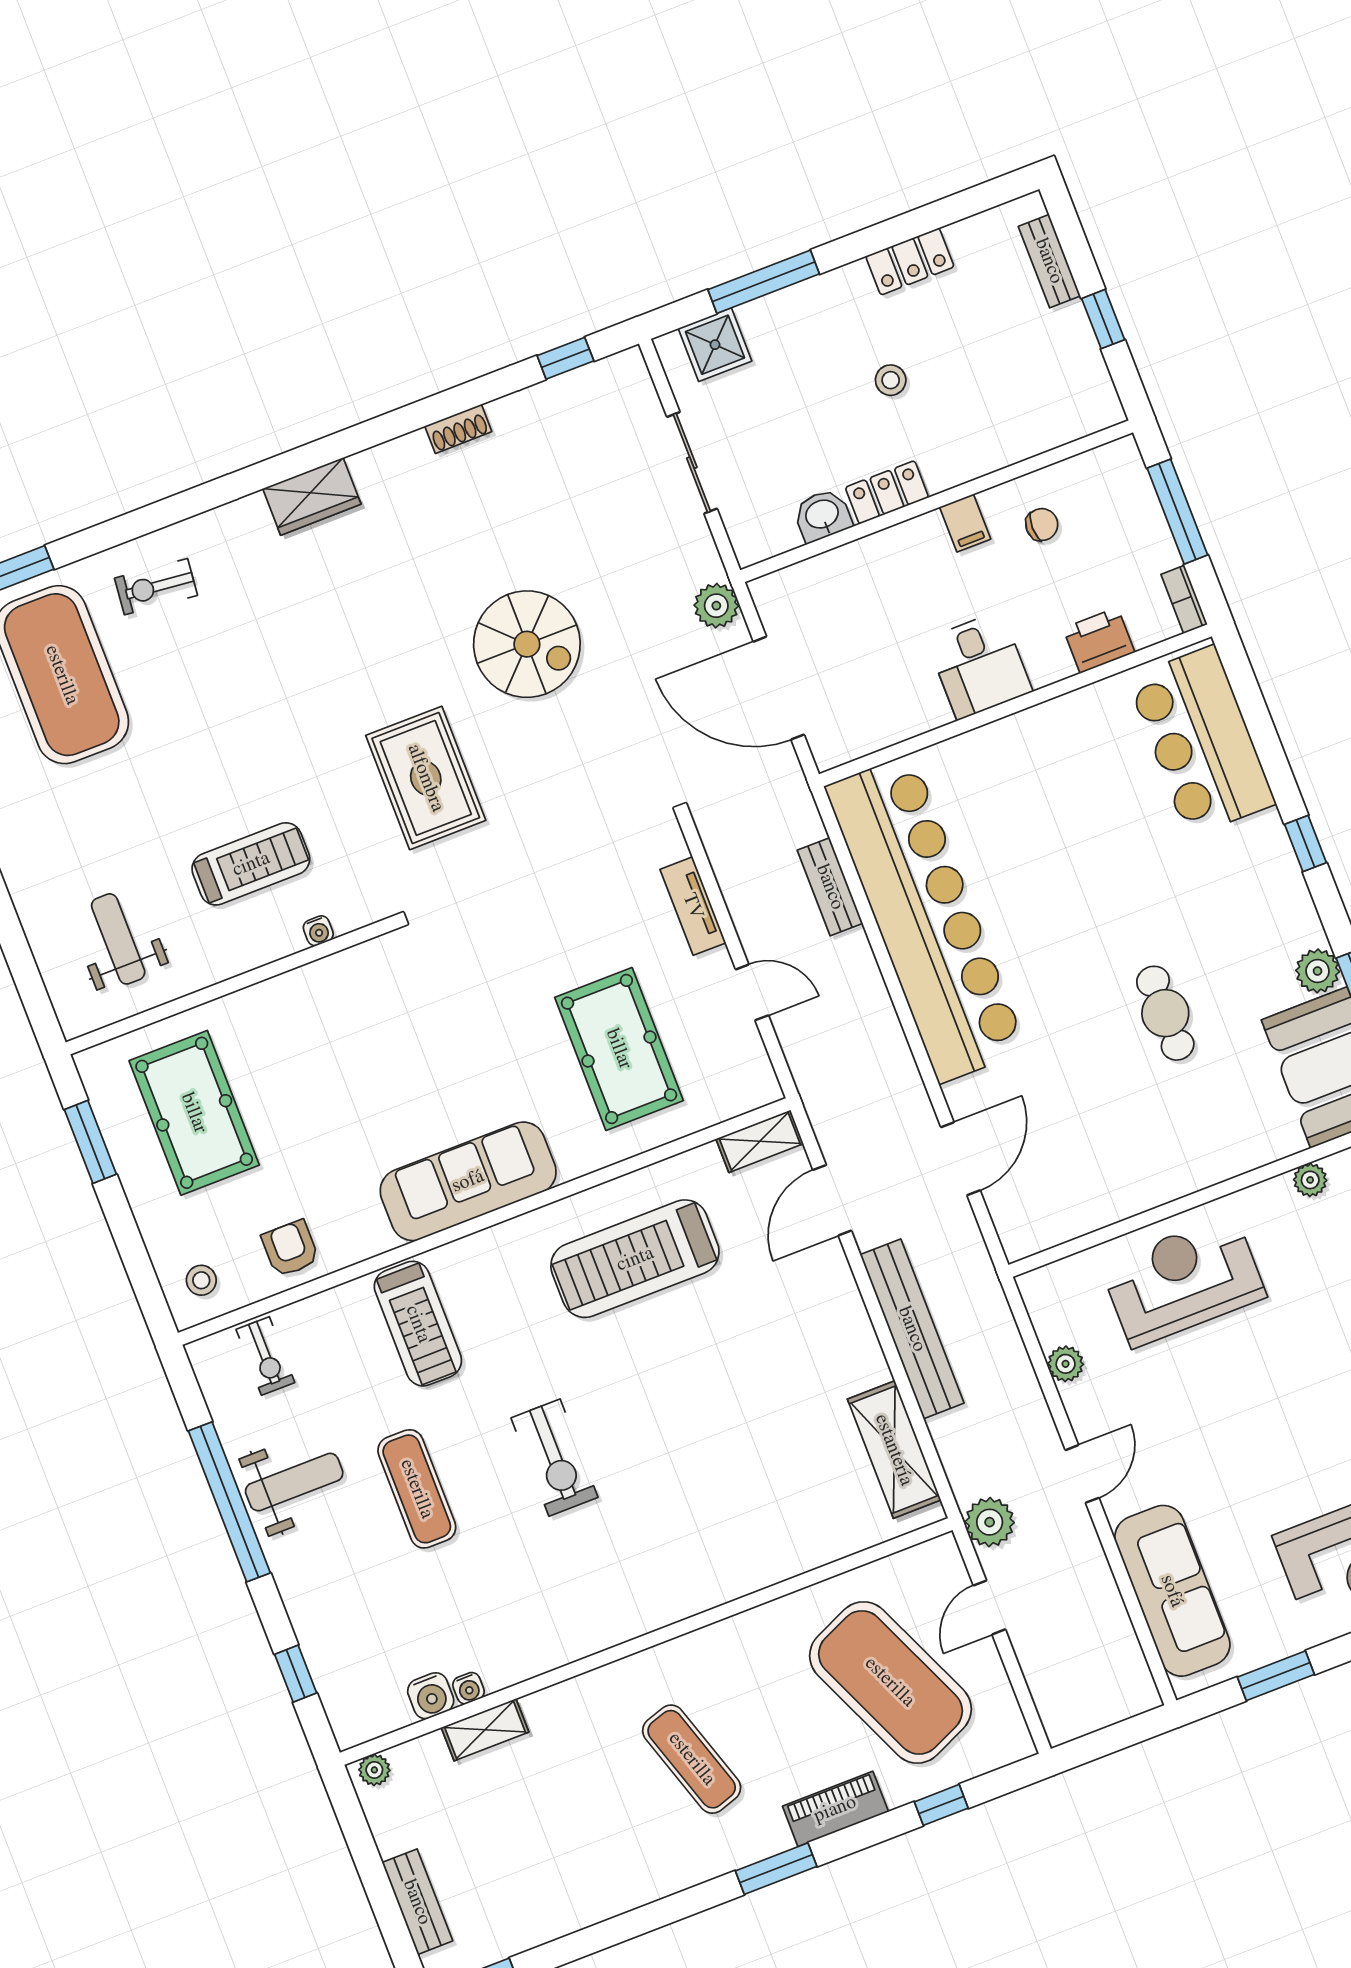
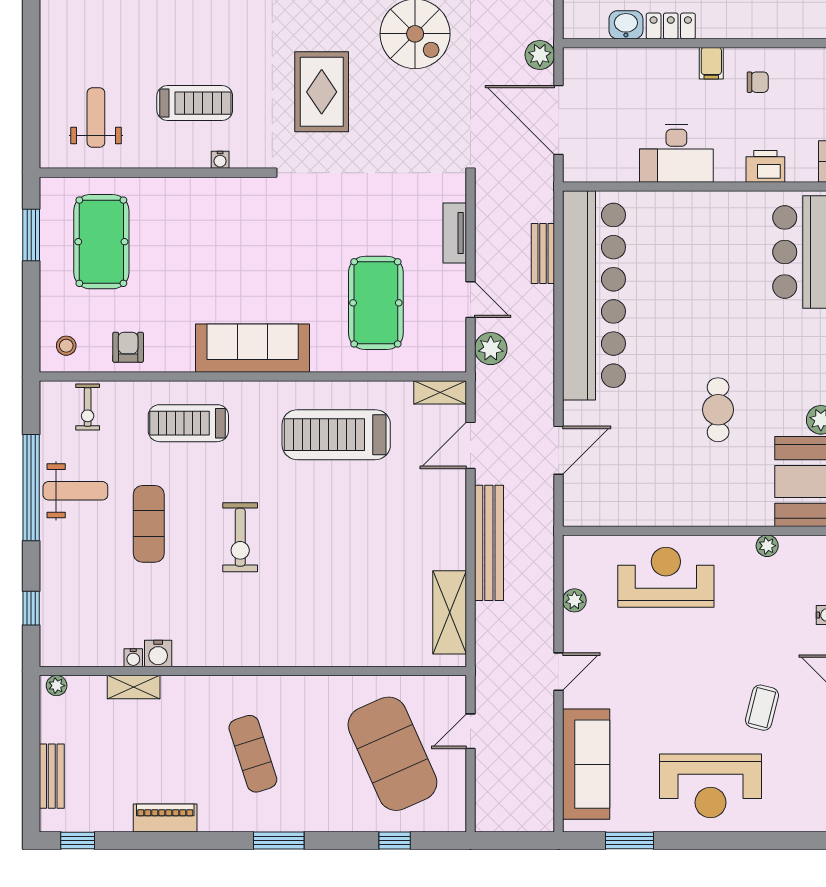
desk: (979, 665) -> (676, 153), width x1.37
treadmill: (418, 1324) -> (188, 423), turned 90
plant: (990, 1522) -> (491, 349), moved
water cooler: (431, 1696) -> (158, 654), moved
piano: (835, 1809) -> (165, 818), moved

